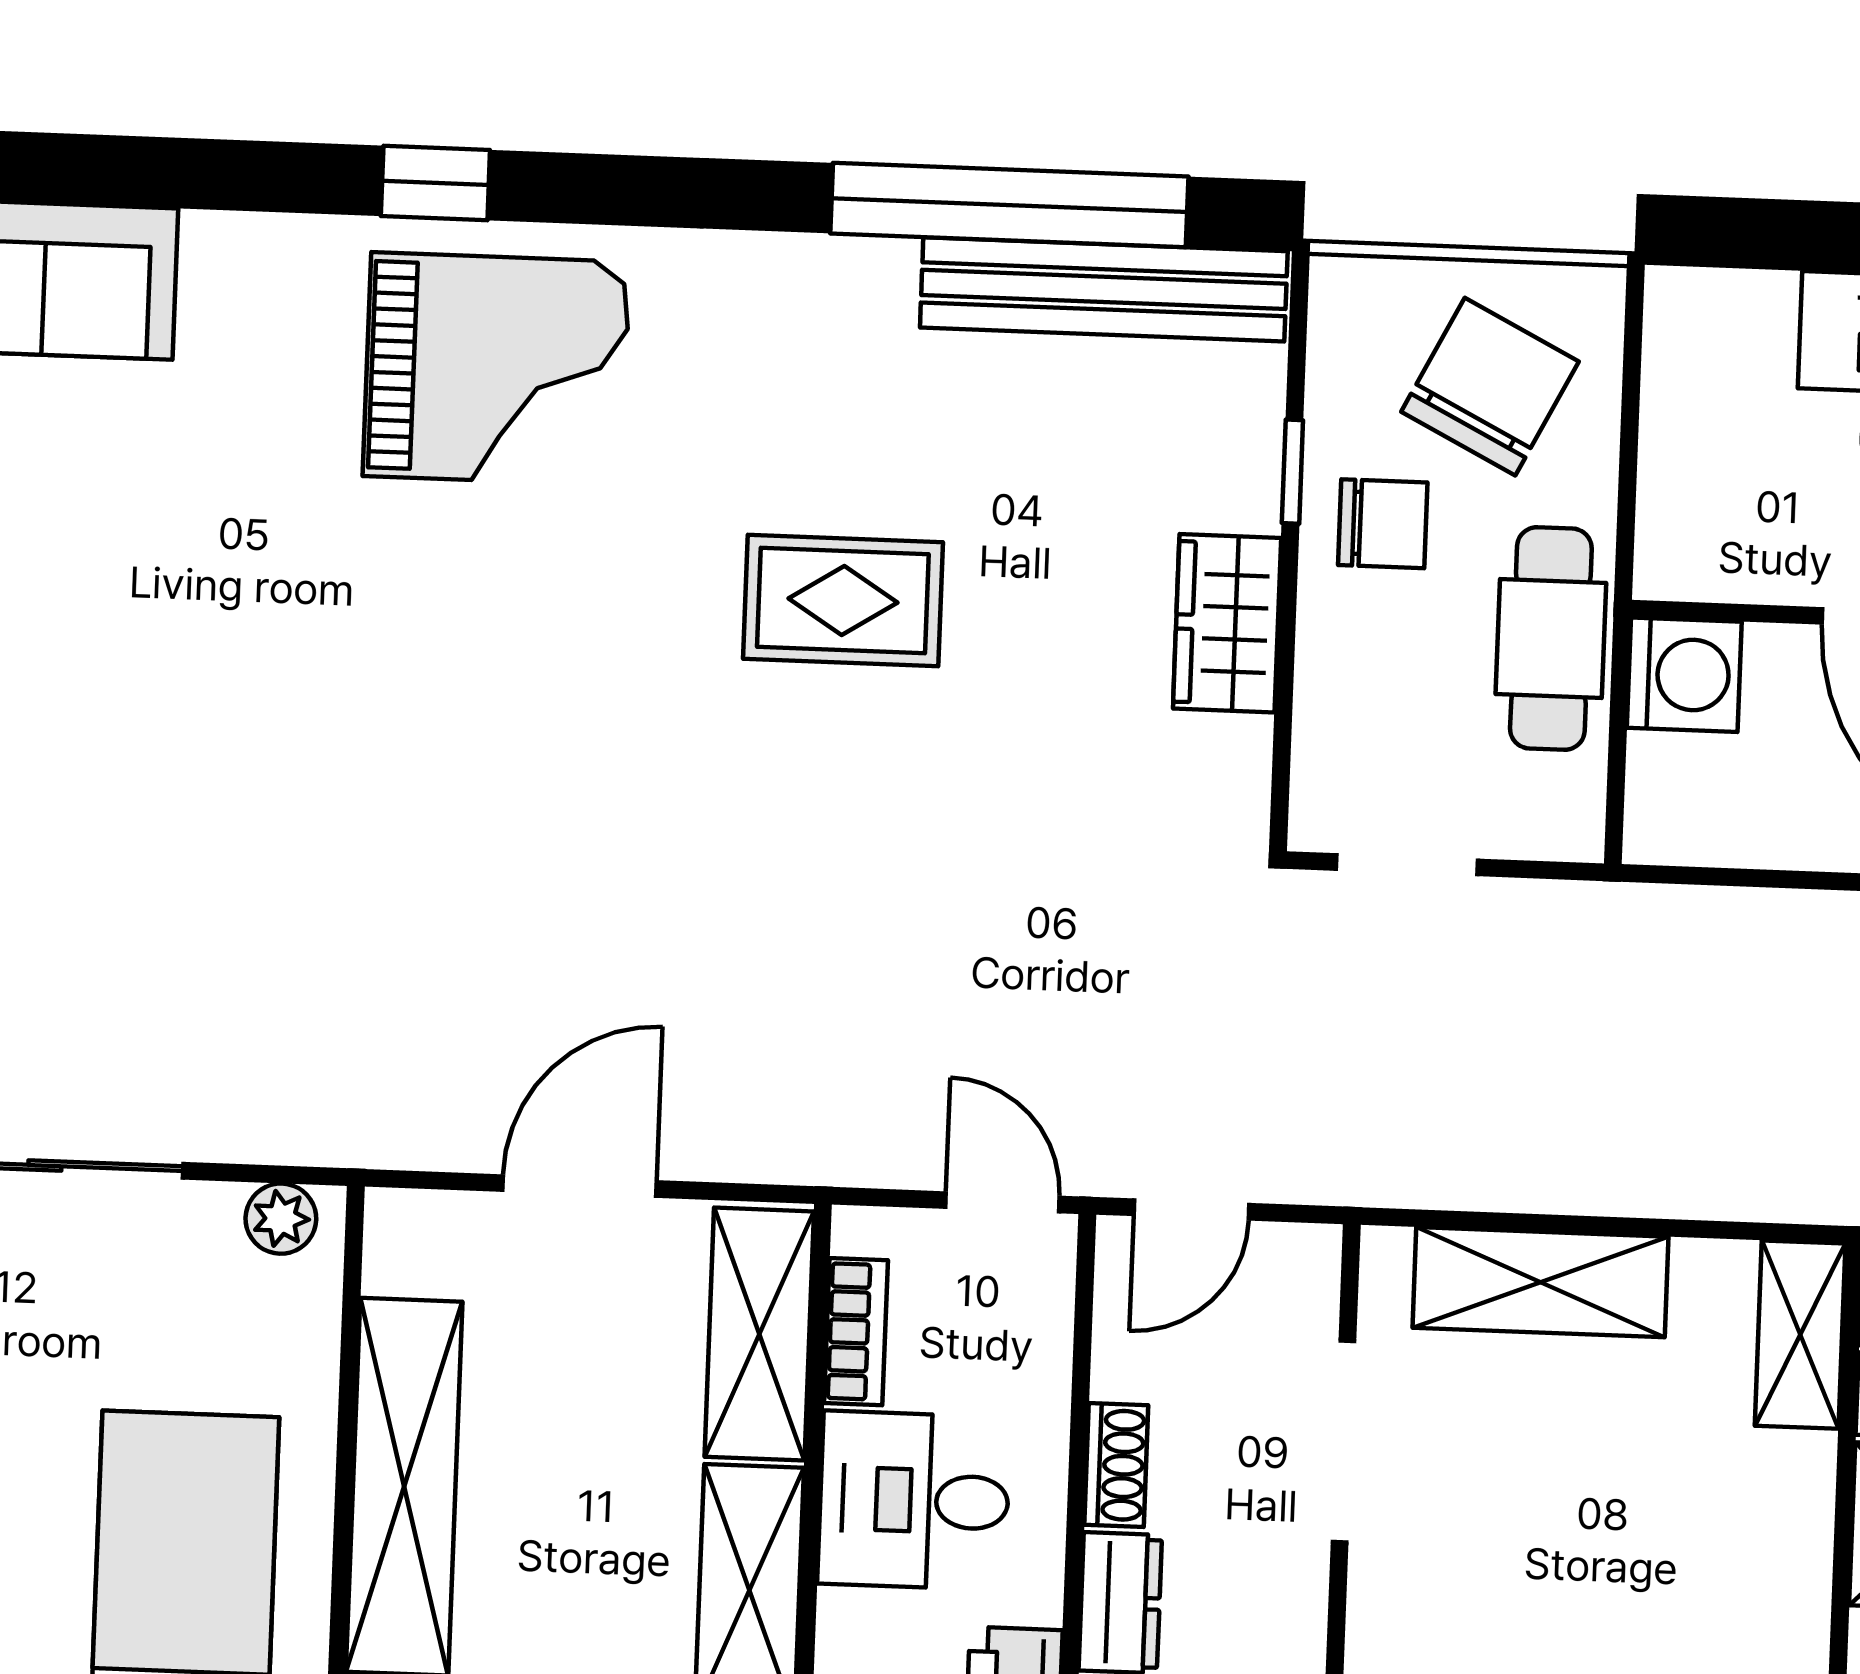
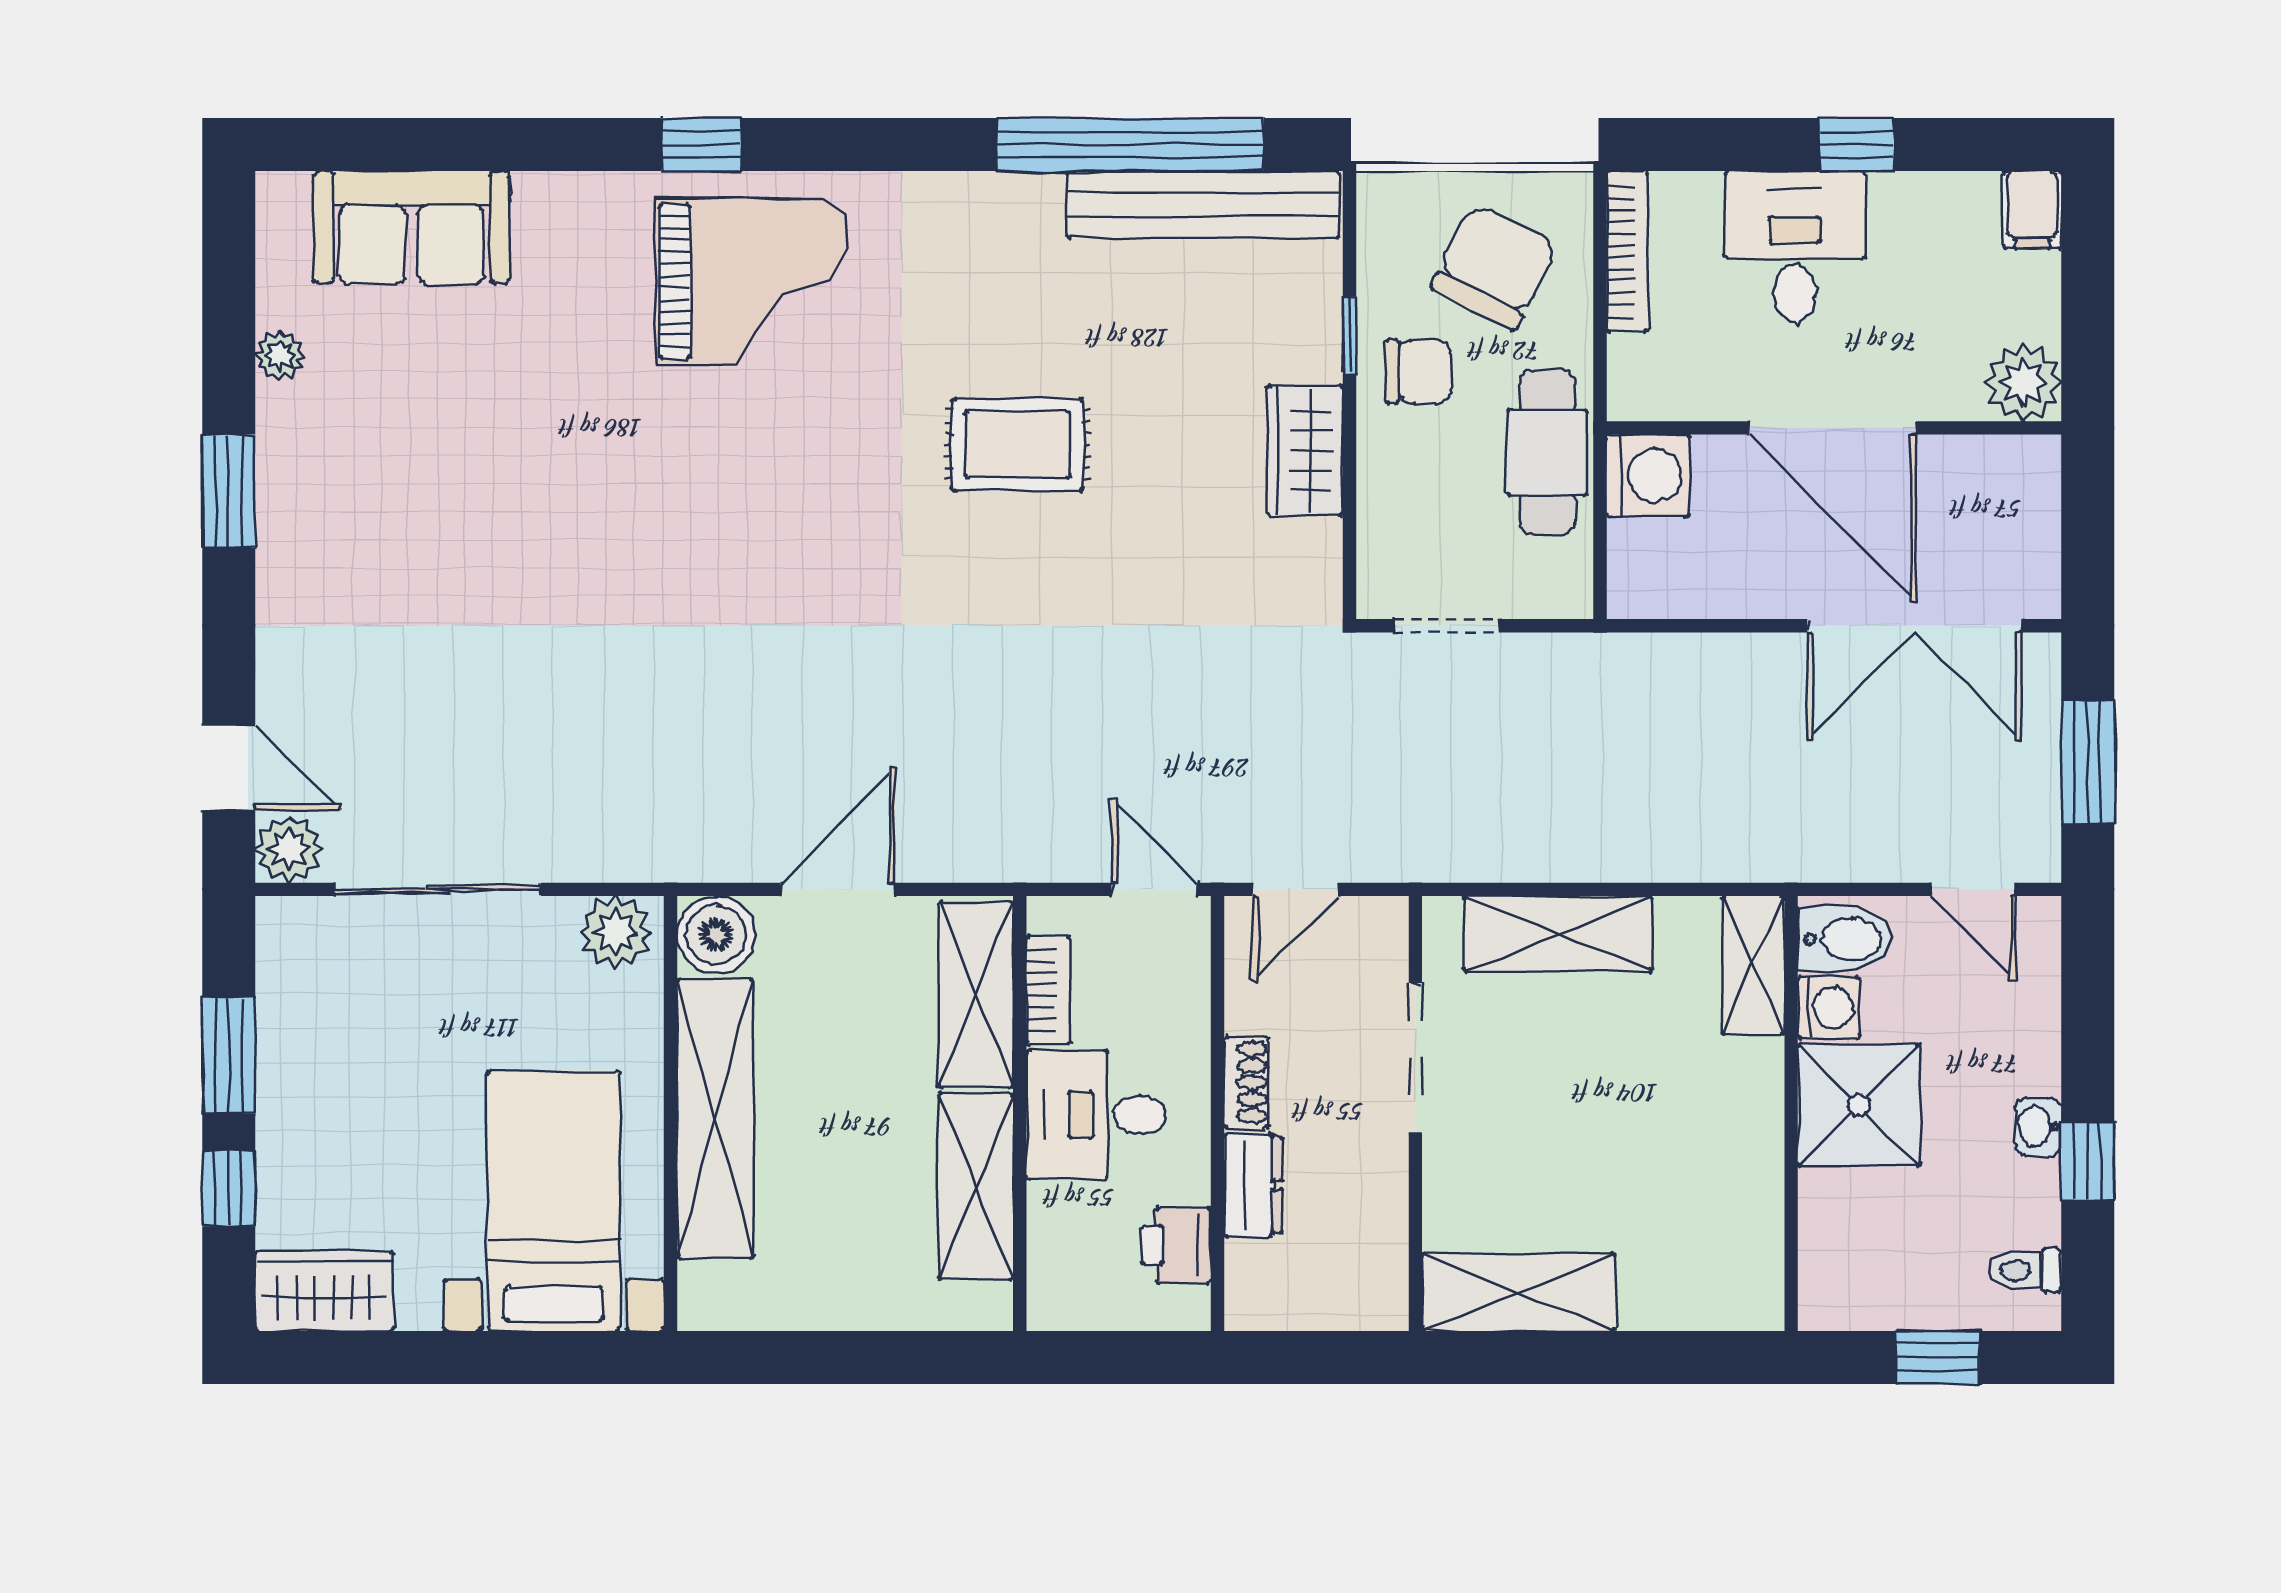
bookcase: (1668, 374) -> (1627, 251), added
plant: (281, 1219) -> (615, 932), width x1.38, depth x1.38
boiler: (415, 1241) -> (716, 935), added

